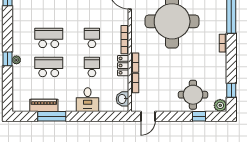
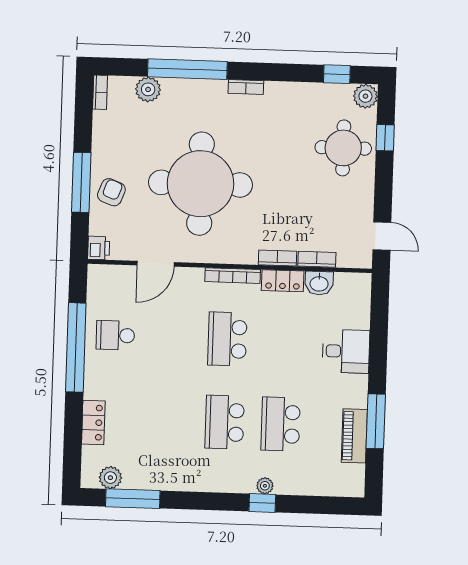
school desk: (92, 38) -> (227, 339), width x1.85
school desk: (92, 67) -> (283, 341), removed
washbasin: (122, 99) -> (319, 283), moved

